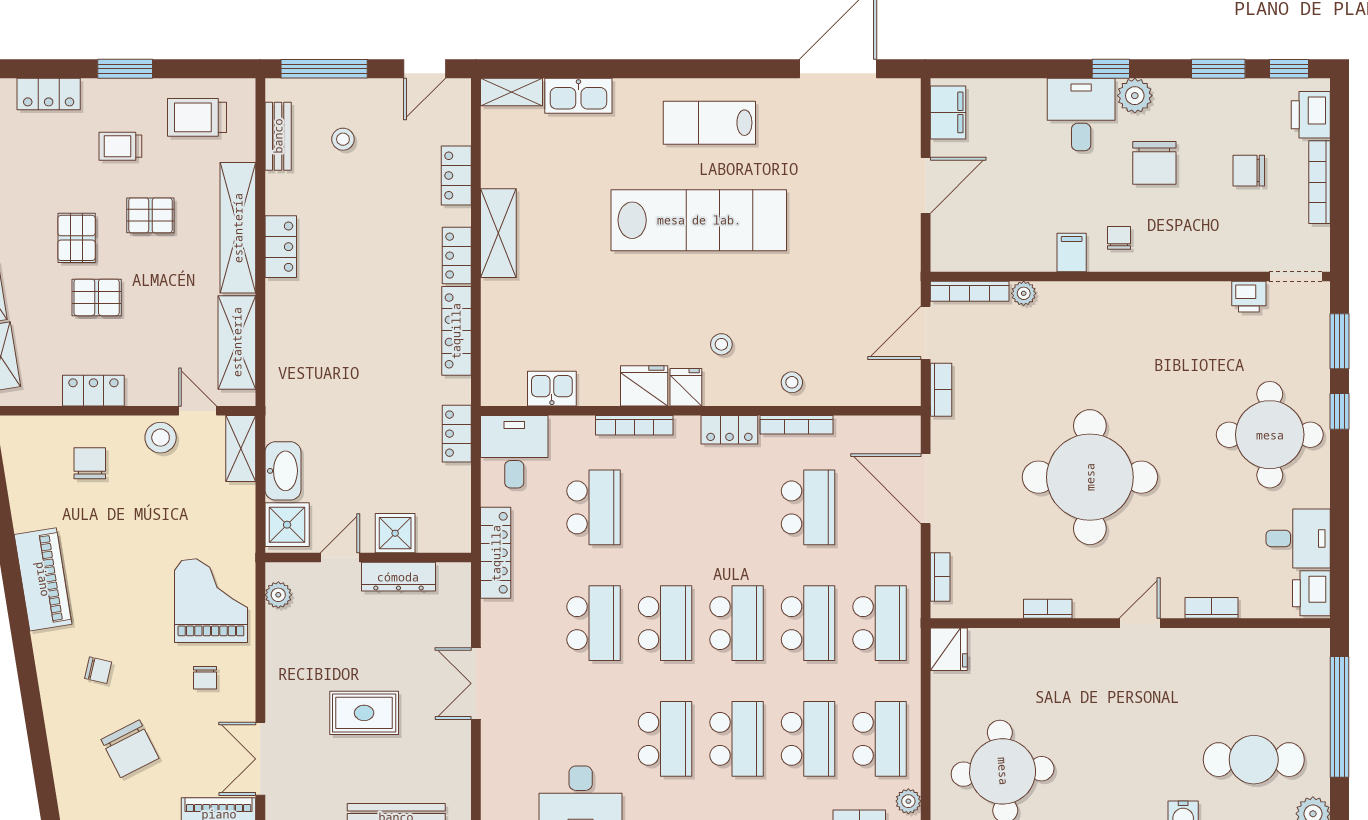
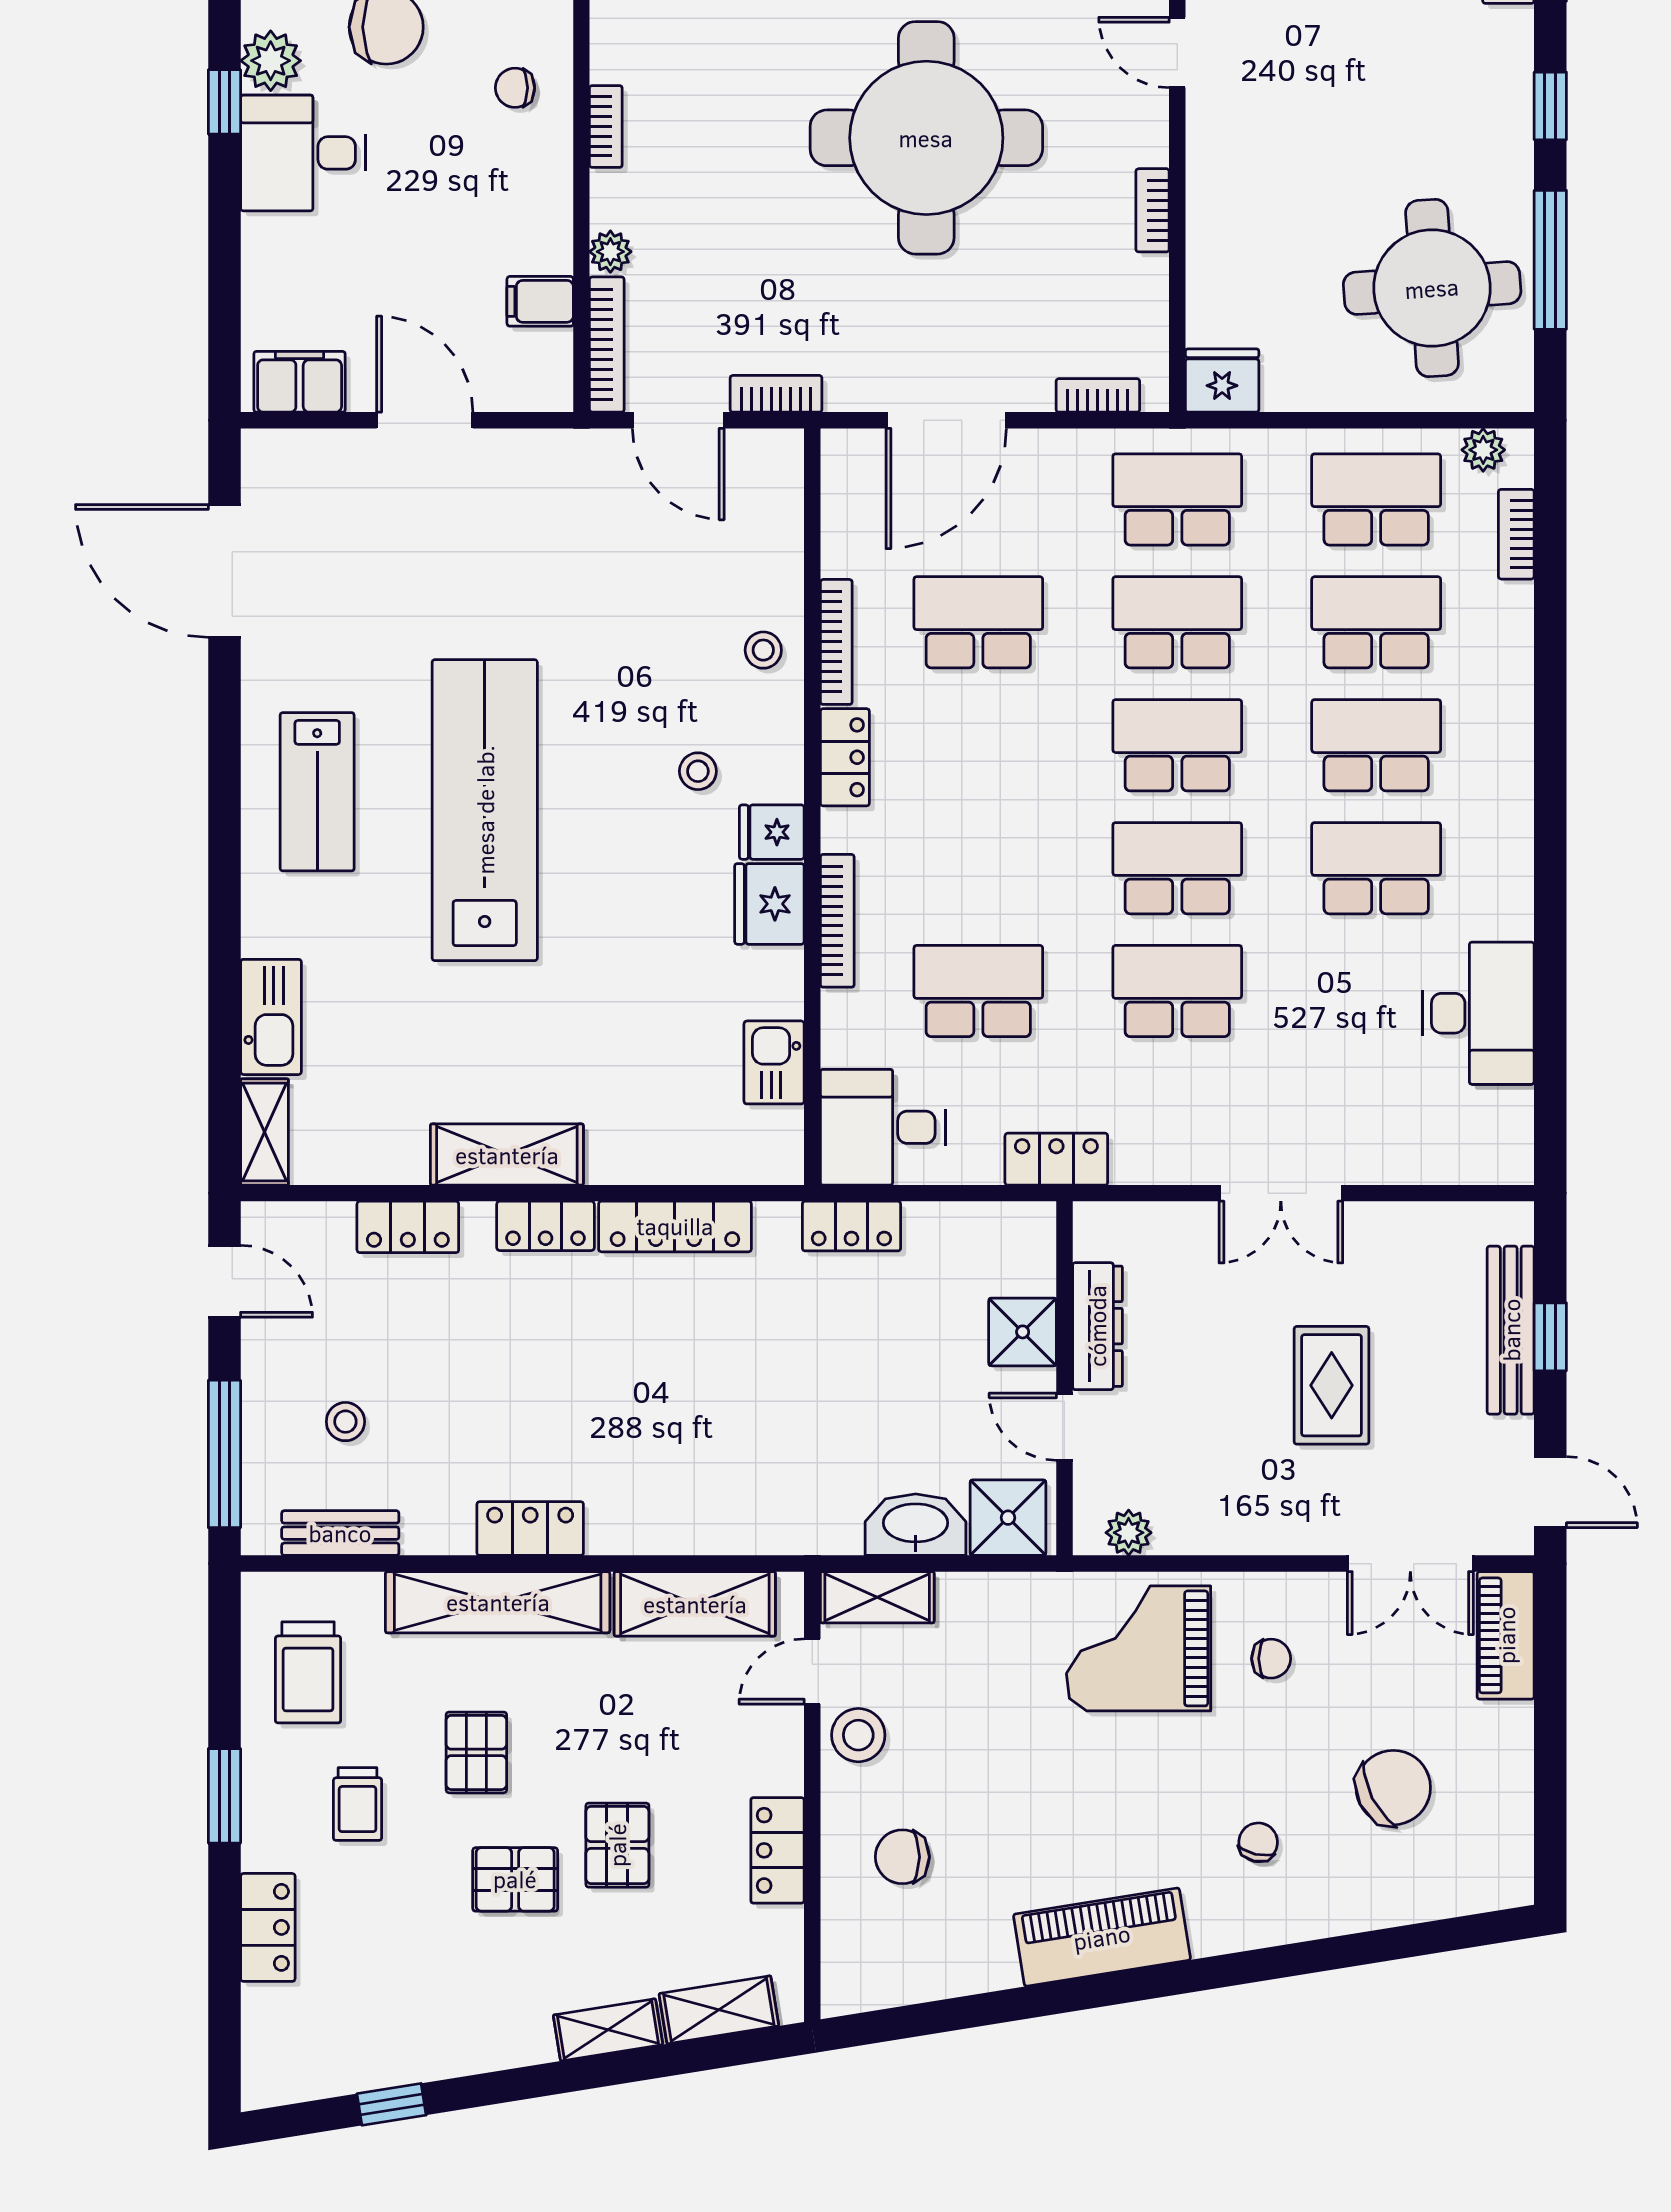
filing cabinet: (1072, 252) -> (540, 301), moved
bookcase: (1097, 291) -> (606, 126), added
locker: (496, 553) -> (1056, 1159), width x0.66

